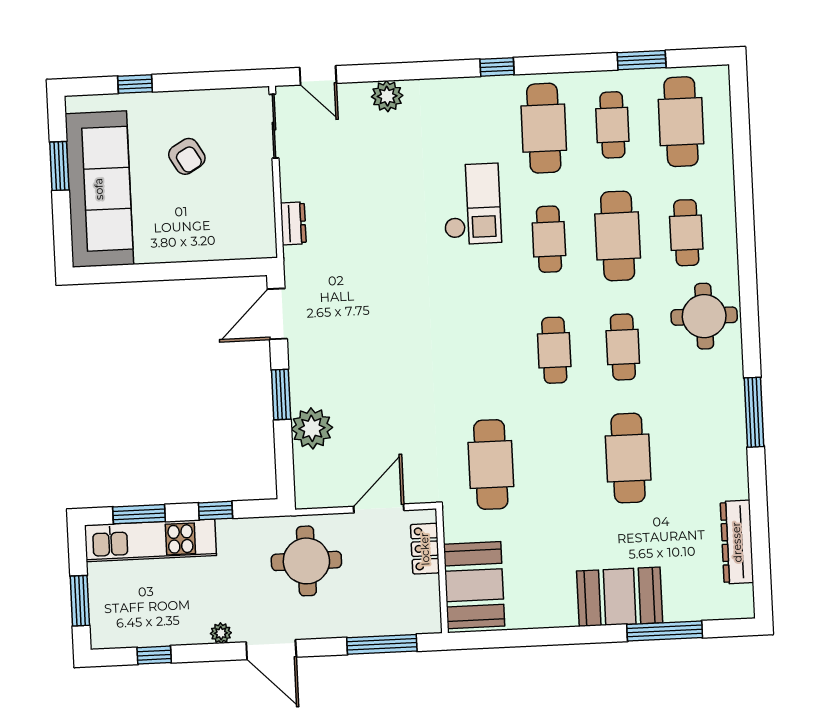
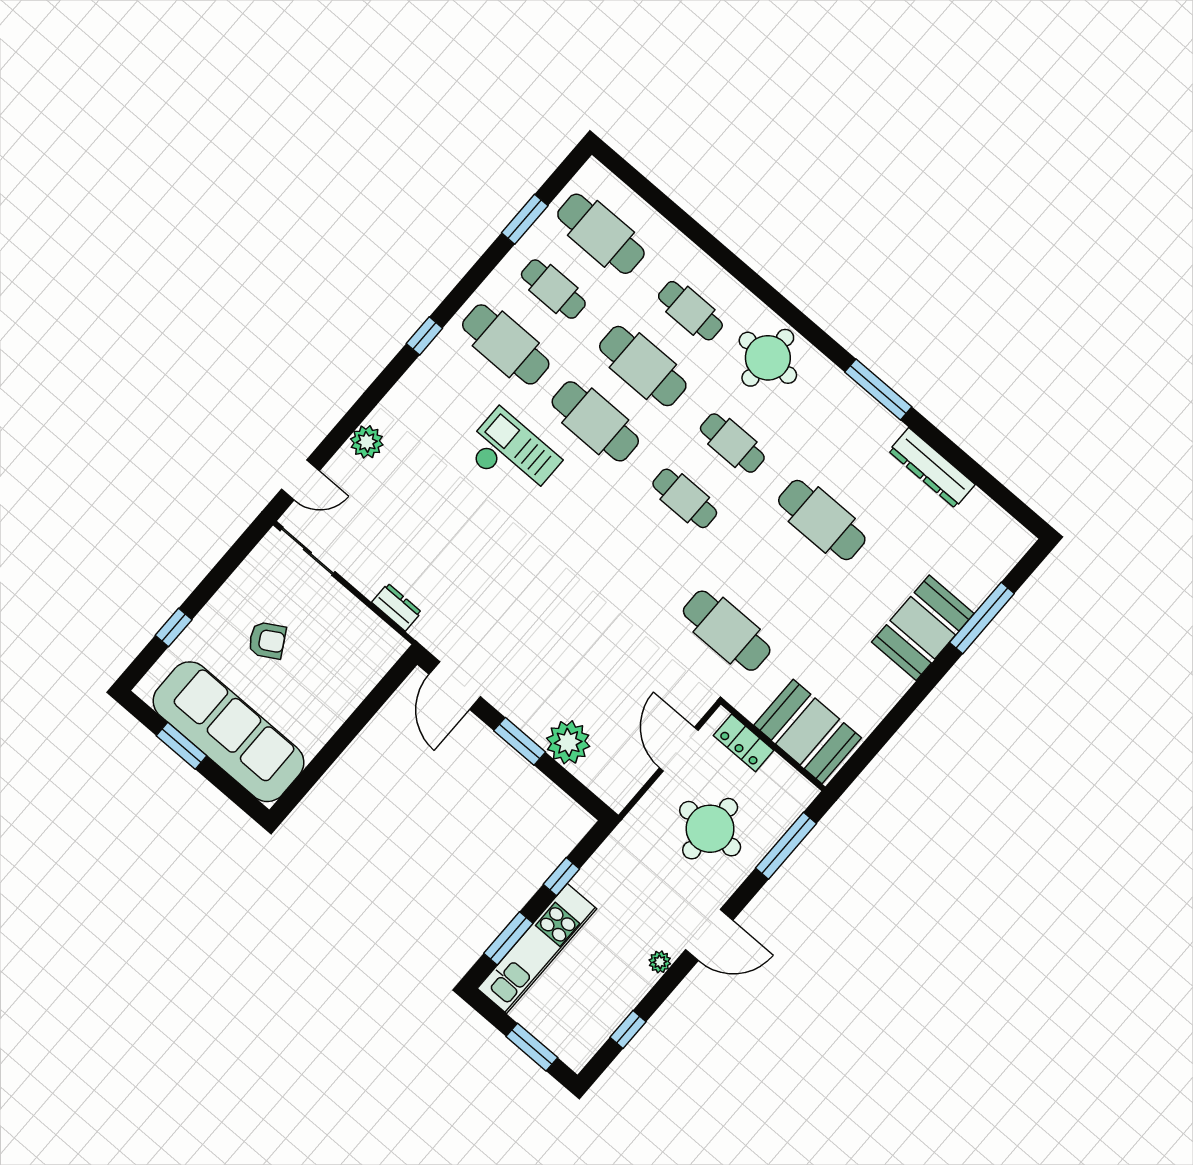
cafe table: (549, 239) -> (595, 421), width x1.37, depth x1.35
dresser: (737, 542) -> (932, 468), moved
round table: (306, 561) -> (710, 829), moved

